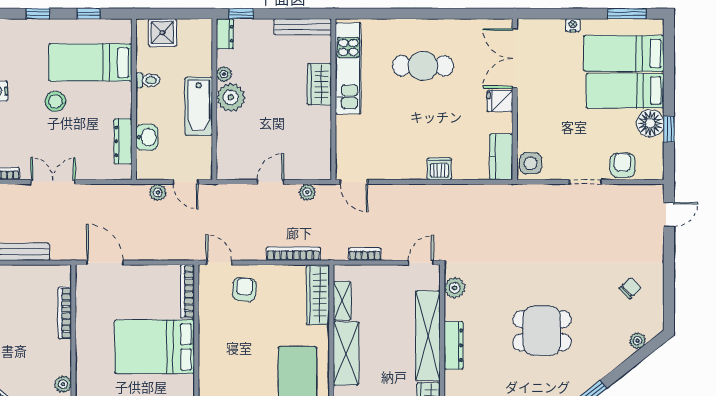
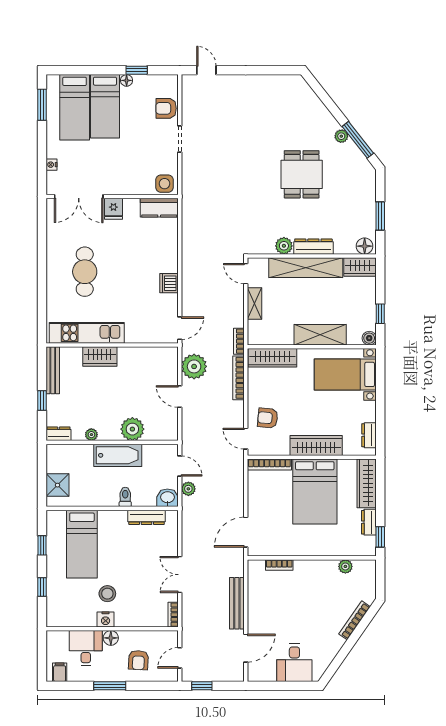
window: (241, 14) -> (42, 400), moved
nightstand: (573, 25) -> (52, 165), moved
toilet: (148, 80) -> (125, 497), moved
plant: (231, 97) -> (132, 429), moved
stool: (56, 101) -> (107, 594), moved
floor lamp: (650, 123) -> (127, 80), width x0.53, depth x0.53
washbasin: (147, 137) -> (167, 498), moved
dishwasher: (439, 169) -> (169, 283), moved
door: (186, 182) -> (180, 466), hinge flipped
plant: (307, 192) -> (194, 366), width x1.88, depth x1.88
bookcase: (365, 254) -> (239, 341), moved
door: (219, 263) -> (246, 439), hinge flipped
plant: (455, 288) -> (284, 246), moved
chair: (630, 288) -> (267, 102), removed
shelving: (342, 301) -> (255, 303), moved, turned 90
bookcase: (65, 313) -> (279, 565), width x0.64
plant: (638, 341) -> (341, 136), moved
wardrobe: (211, 348) -> (316, 446), added

